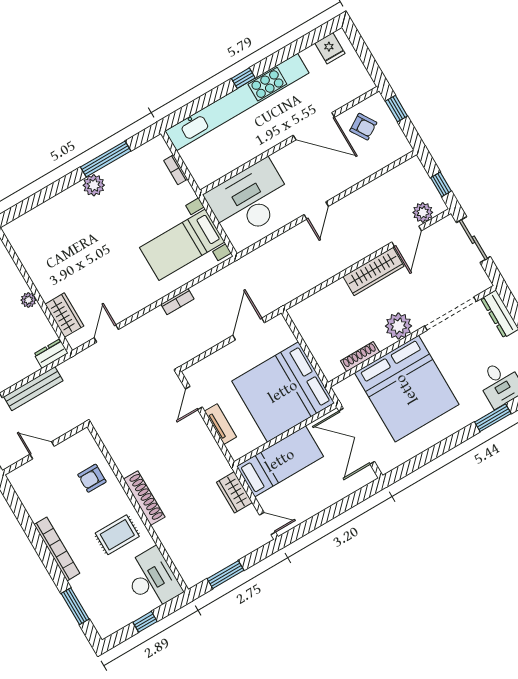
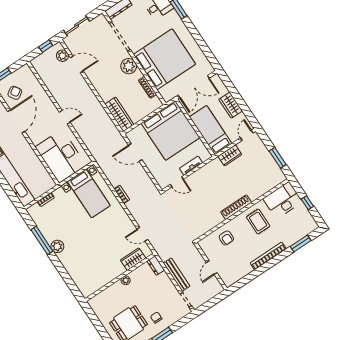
wardrobe: (374, 271) -> (119, 114), moved
wardrobe: (321, 498) -> (231, 105), added

